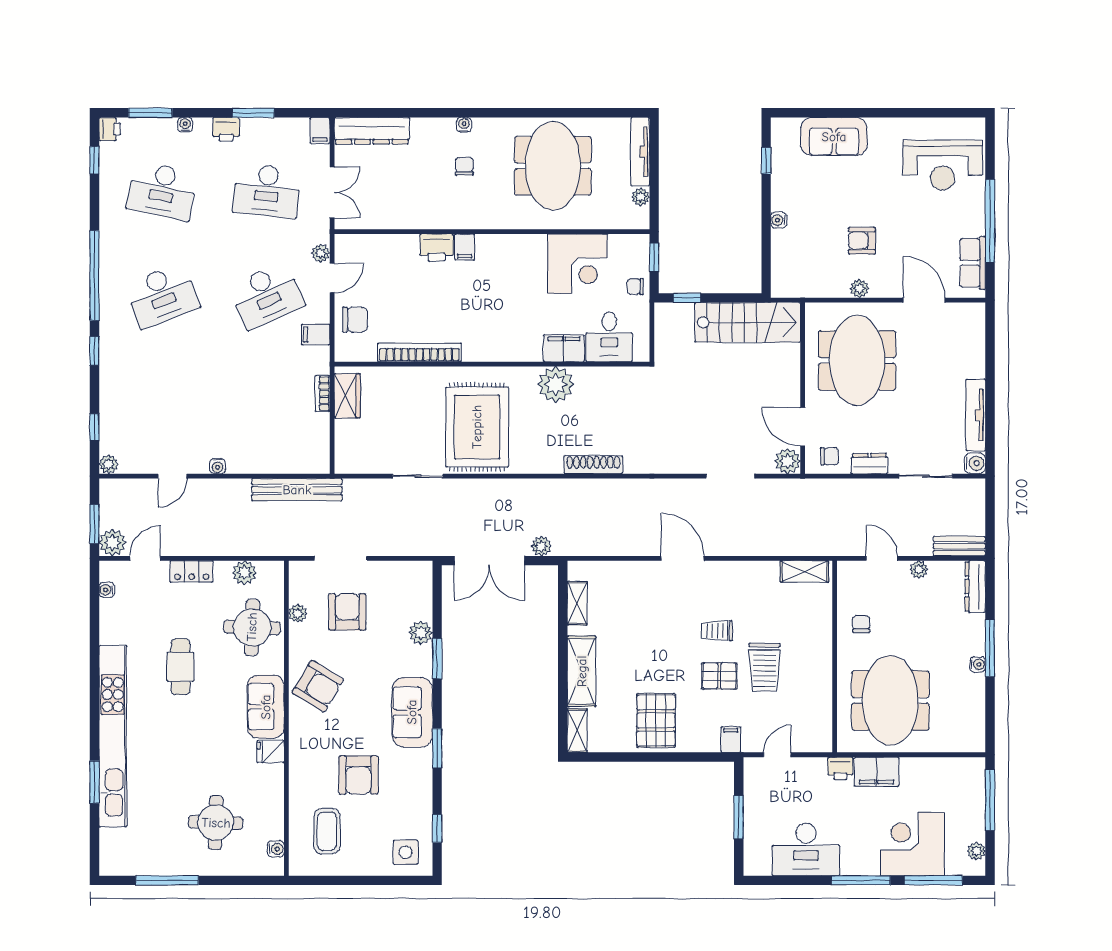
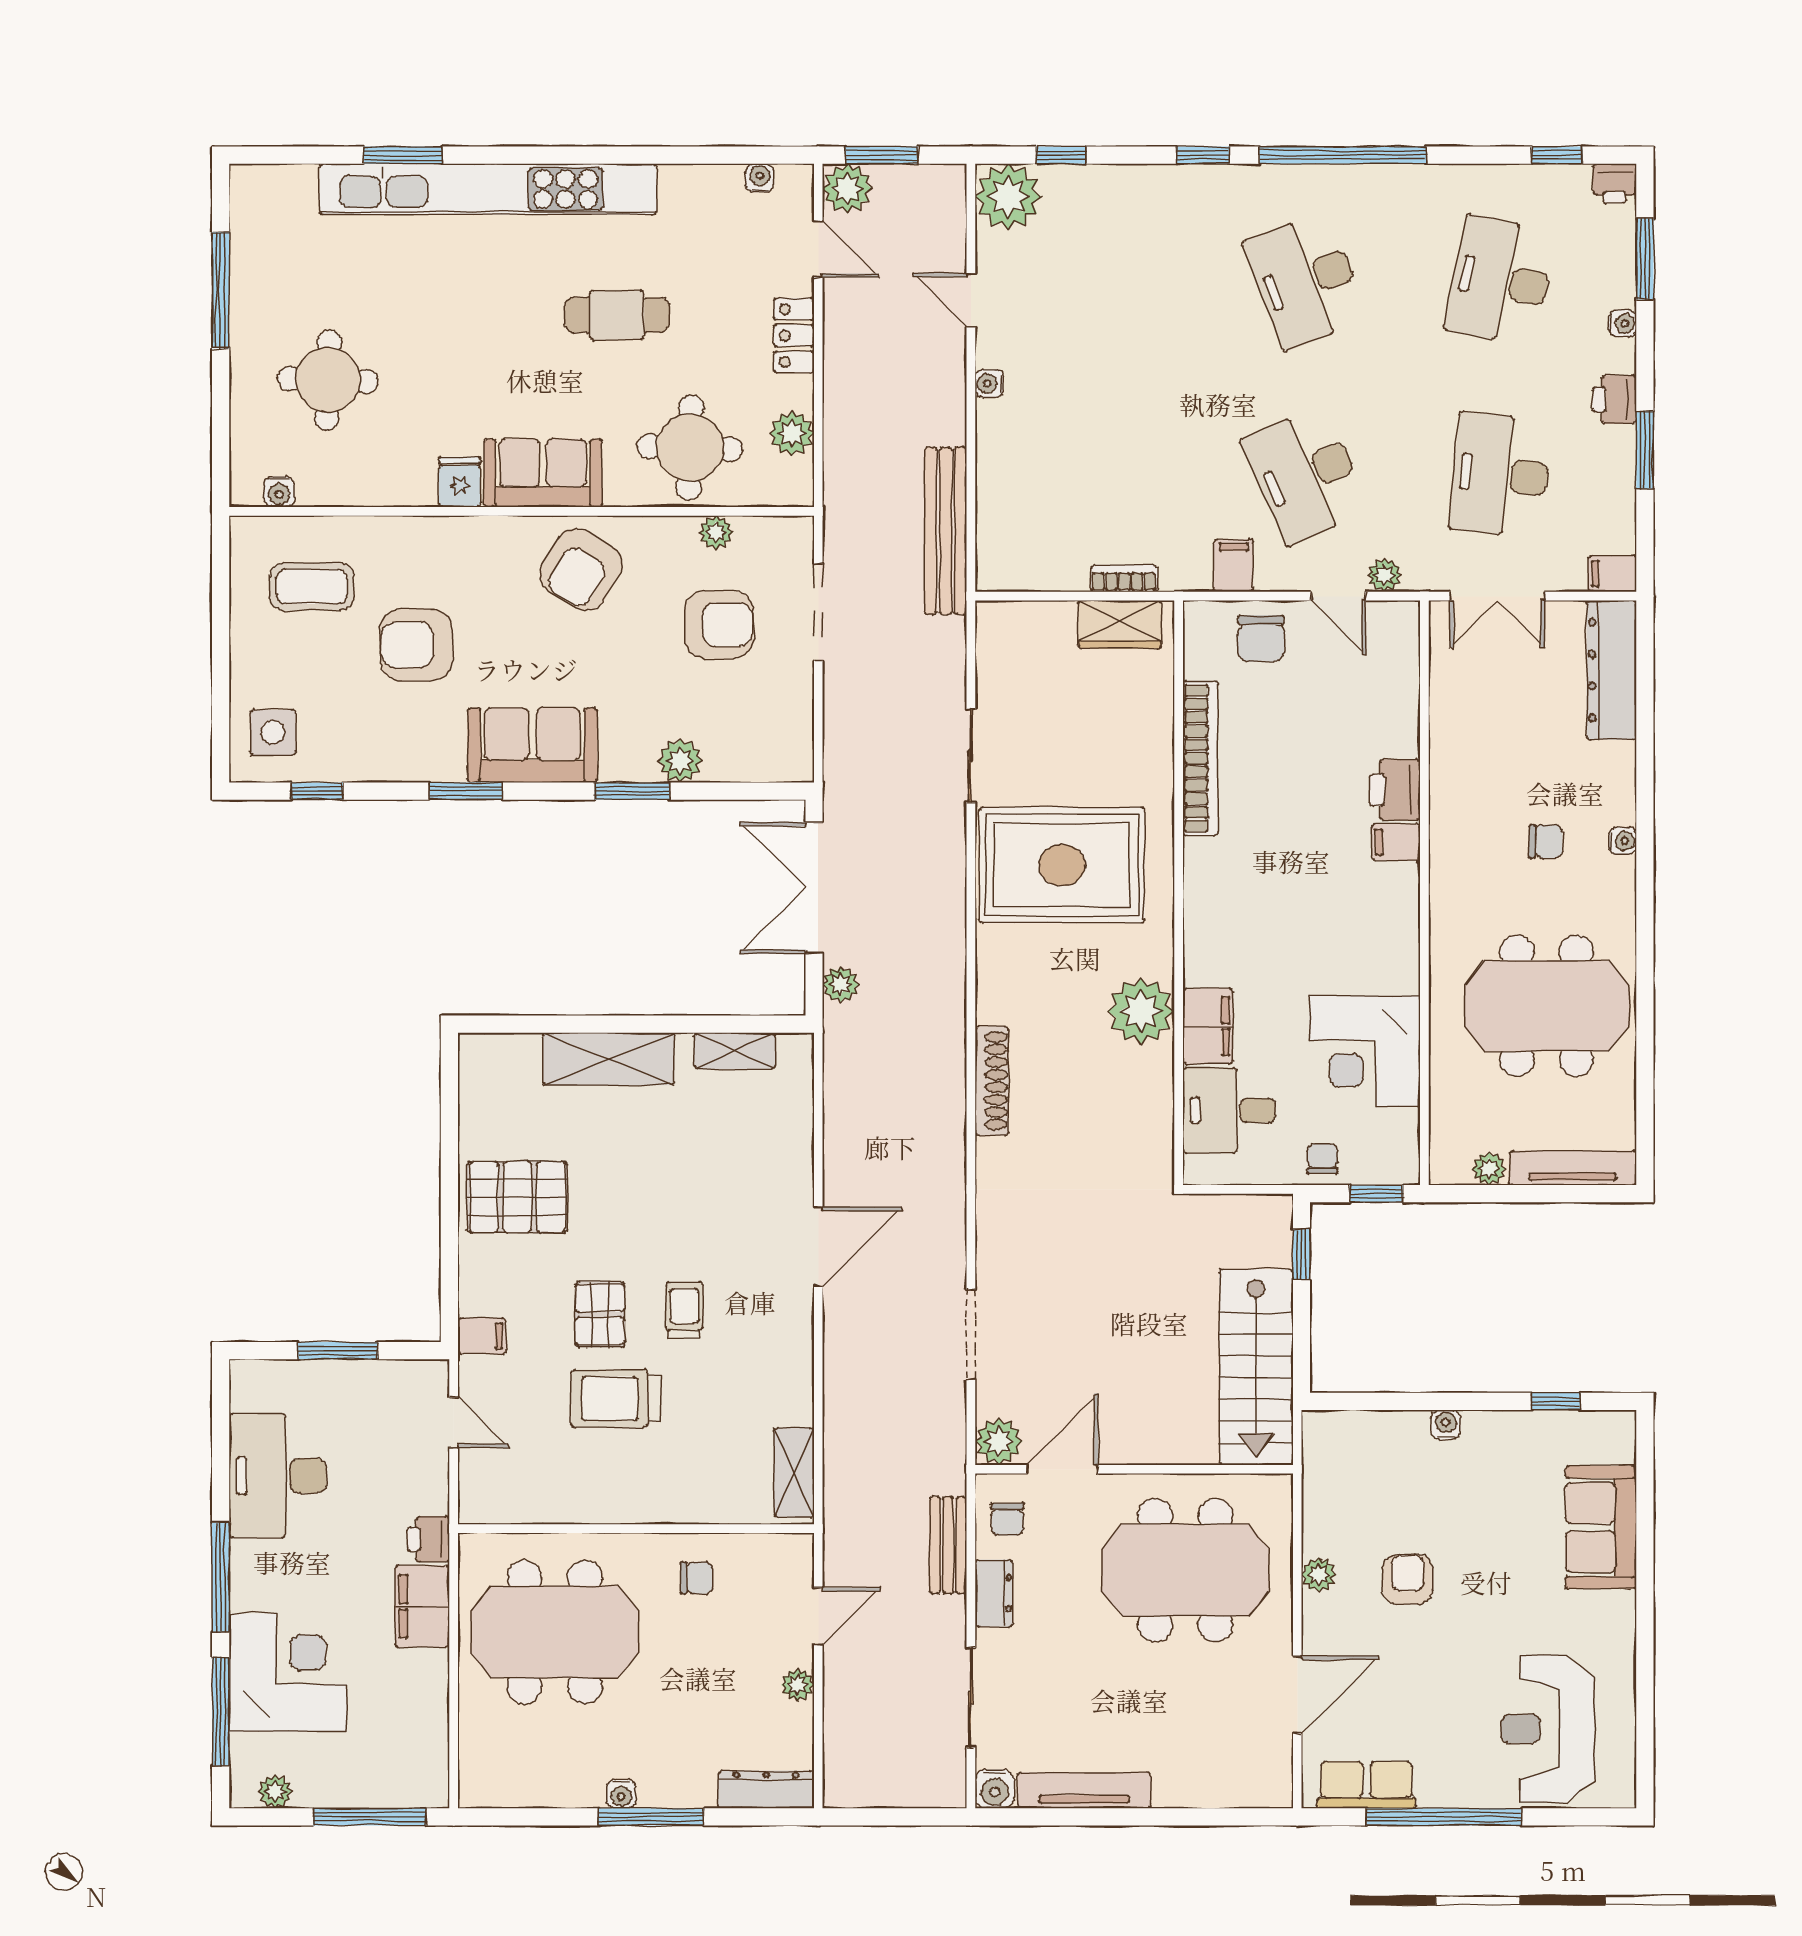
plant: (109, 464) -> (1008, 197), width x1.87, depth x1.87
bench: (959, 546) -> (948, 1545), moved
shelving: (577, 731) -> (499, 1051), removed

